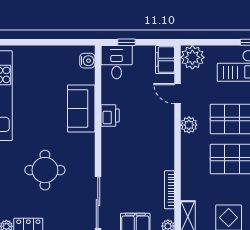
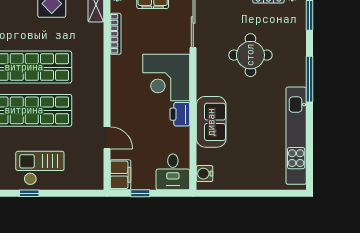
window: (127, 42) -> (140, 193), moved
plant: (192, 57) -> (91, 177), removed
plant: (189, 125) -> (95, 104), removed
corner desk: (123, 149) -> (166, 78), added

